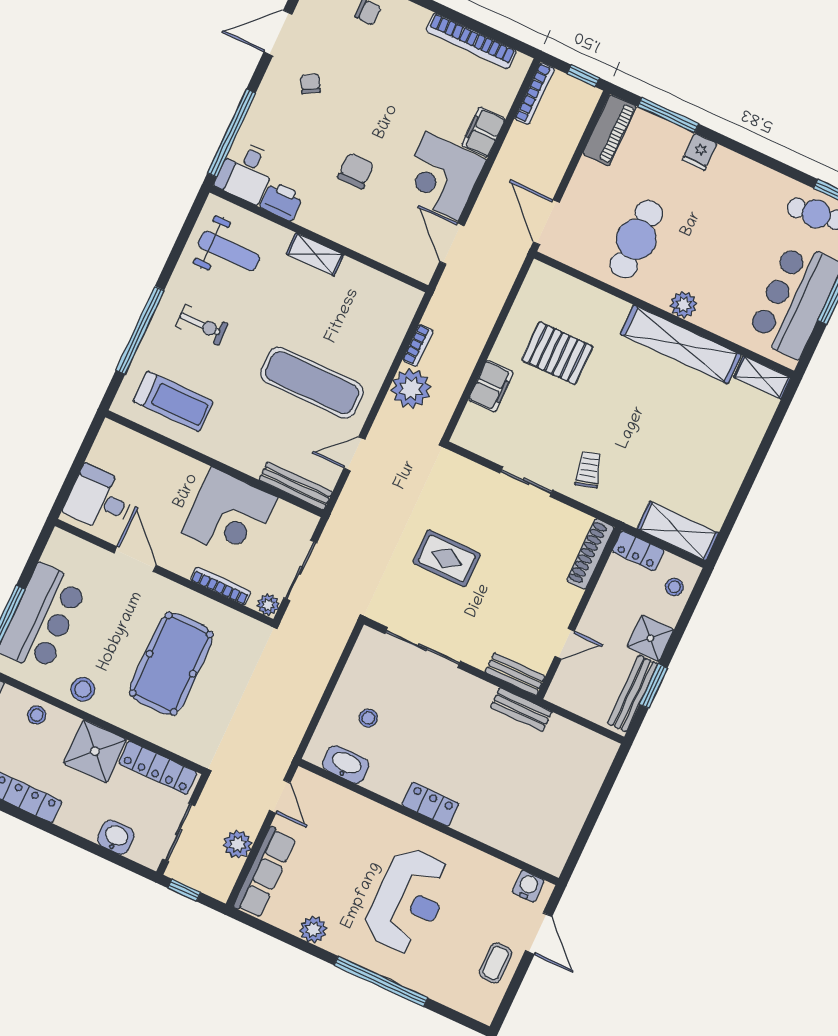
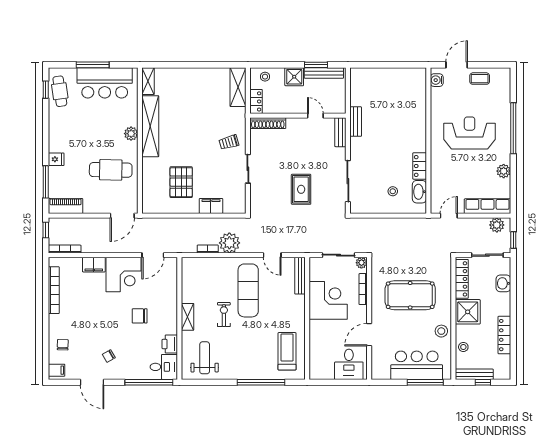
exercise bike: (202, 325) -> (224, 314), moved
locker: (430, 804) -> (420, 166), moved
plant: (238, 844) -> (497, 225), moved

